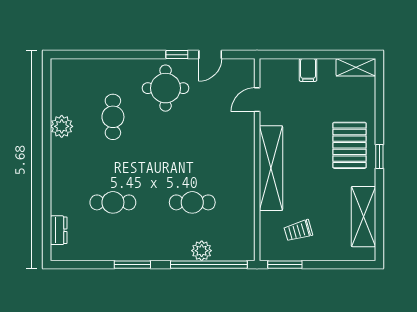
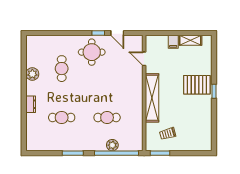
door: (210, 55) -> (117, 33), hinge flipped
shelving: (356, 67) -> (190, 40), moved
door: (257, 100) -> (144, 59), hinge flipped
pallet: (349, 145) -> (197, 85), turned 90
shelving: (363, 217) -> (205, 126), removed
dresser: (59, 230) -> (31, 104), moved

